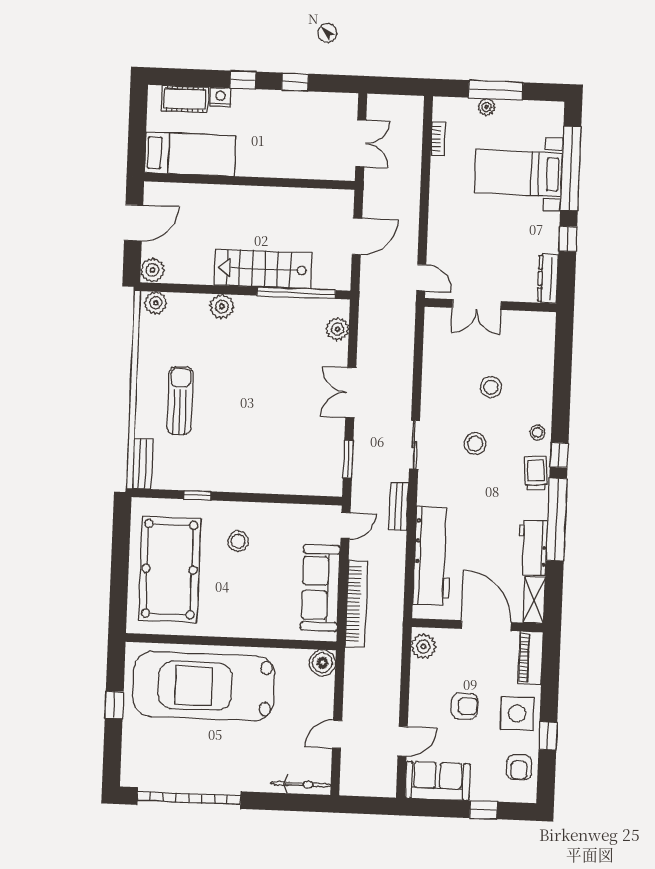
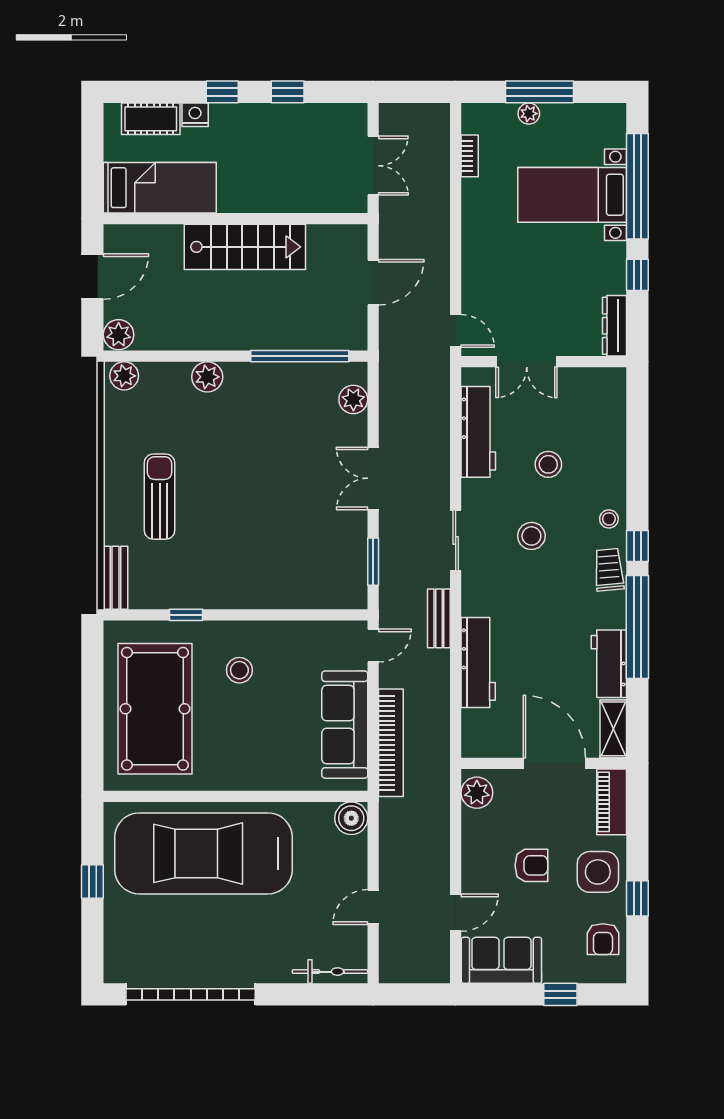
stairs: (263, 269) -> (245, 247), moved, turned 180
workbench: (436, 359) -> (478, 432), added
workbench: (432, 556) -> (478, 662), width x0.73, depth x0.76

